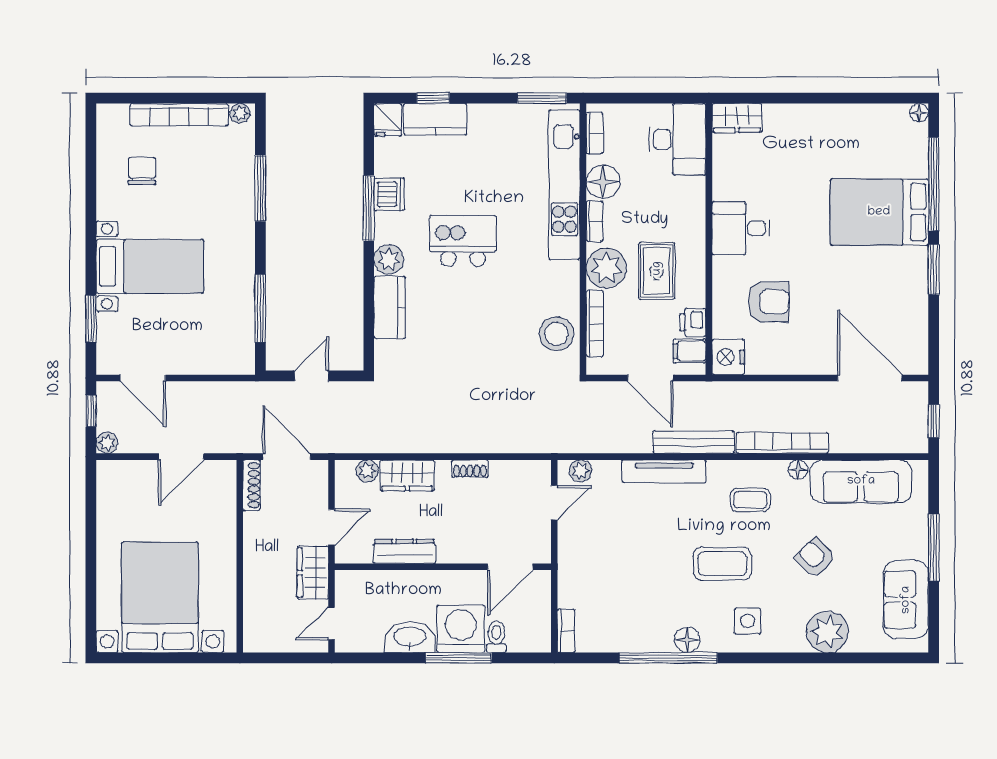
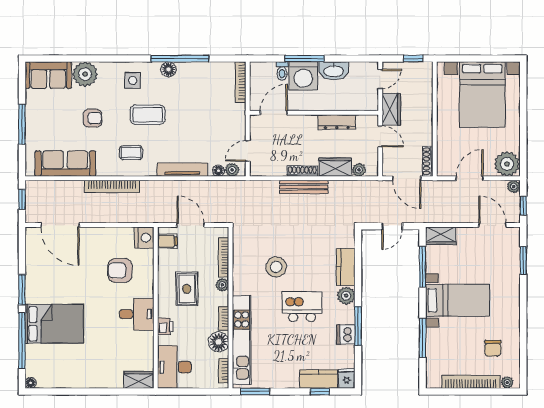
plant: (240, 113) -> (507, 383), moved
kitchen island: (463, 241) -> (302, 307), turned 180
bed with nightstands: (150, 266) -> (458, 300), moved, turned 180
plant: (606, 268) -> (222, 285), width x0.53, depth x0.53
printer: (693, 322) -> (165, 326), moved
stool: (556, 334) -> (276, 267), moved
wardrobe: (230, 360) -> (441, 236), added
bench: (693, 442) -> (304, 187), moved
shoe rack: (470, 469) -> (302, 171), width x1.43
floor lamp: (798, 469) -> (218, 171), moved
plant: (118, 481) -> (507, 164), added
door: (332, 527) -> (380, 136), swing flipped
armchair: (815, 558) -> (93, 118), turned -46
sofa: (906, 600) -> (48, 75), moved, turned 90
bookcase: (566, 631) -> (241, 82), width x1.56
window: (276, 658) -> (413, 59), added

